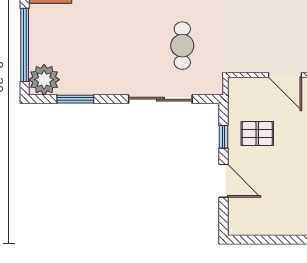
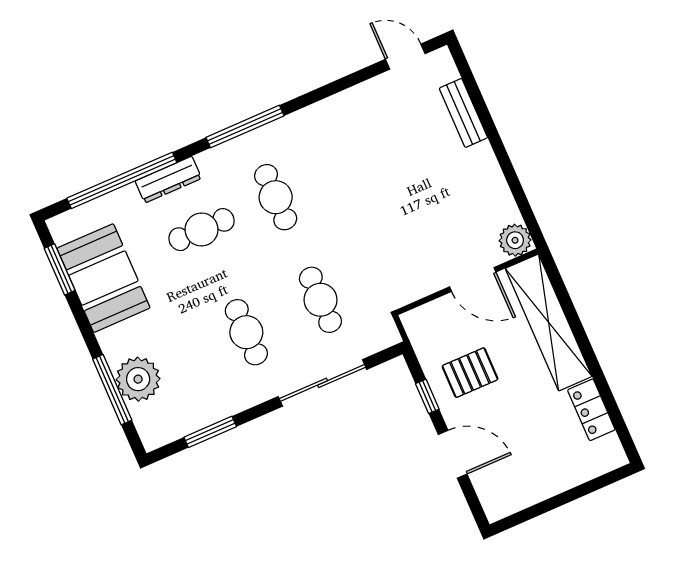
window: (25, 45) -> (112, 390), width x0.68
cafe table: (126, 46) -> (246, 332), added
plant: (44, 80) -> (138, 379), moved

